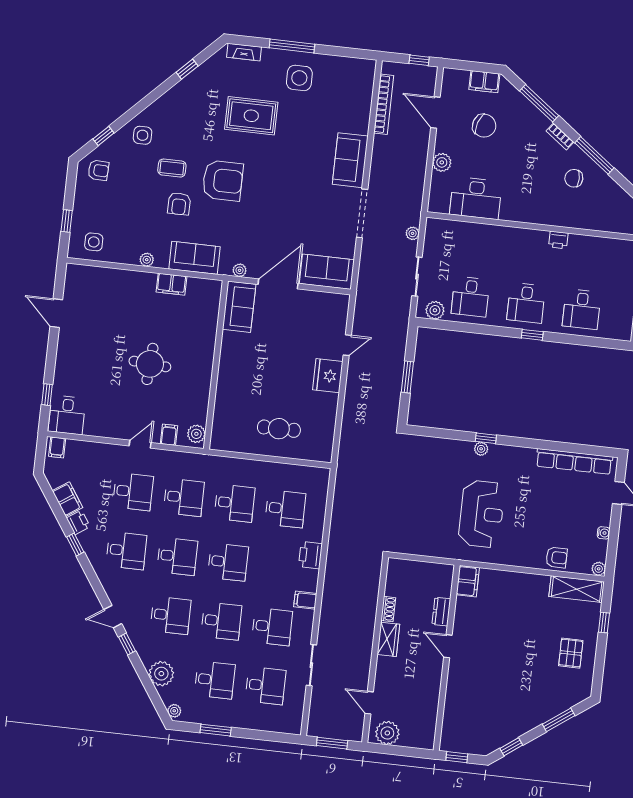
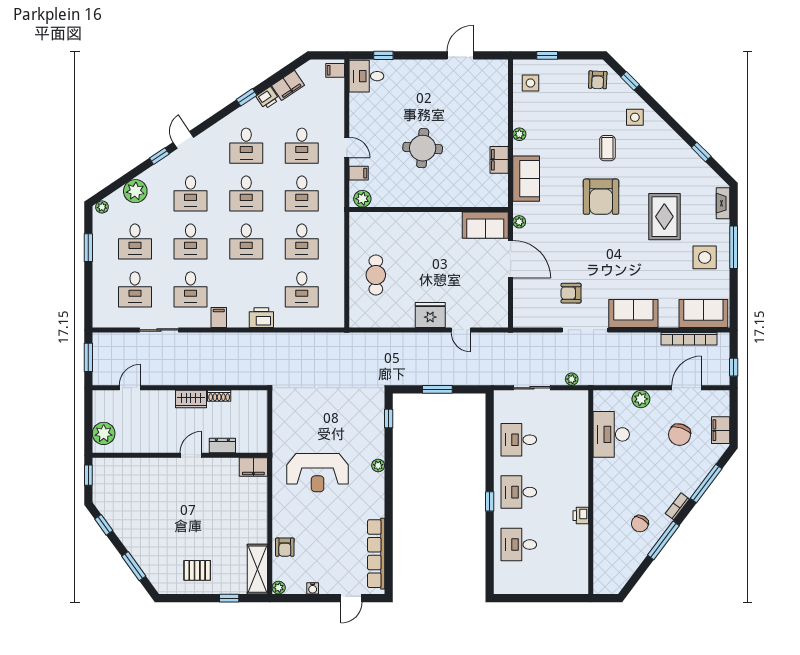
chair: (574, 178) -> (640, 524), turned -150
armchair: (179, 204) -> (571, 293), moved
sofa: (327, 272) -> (703, 314), moved, turned -90
plant: (435, 310) -> (502, 408), removed
window: (486, 438) -> (389, 419), moved
plant: (387, 733) -> (104, 433), moved

